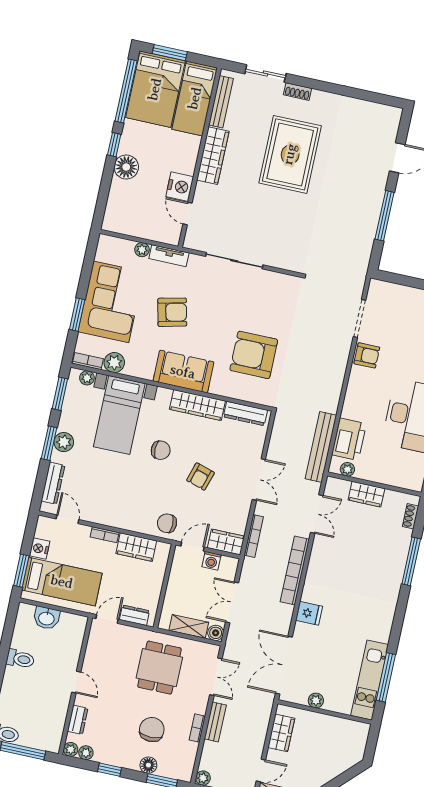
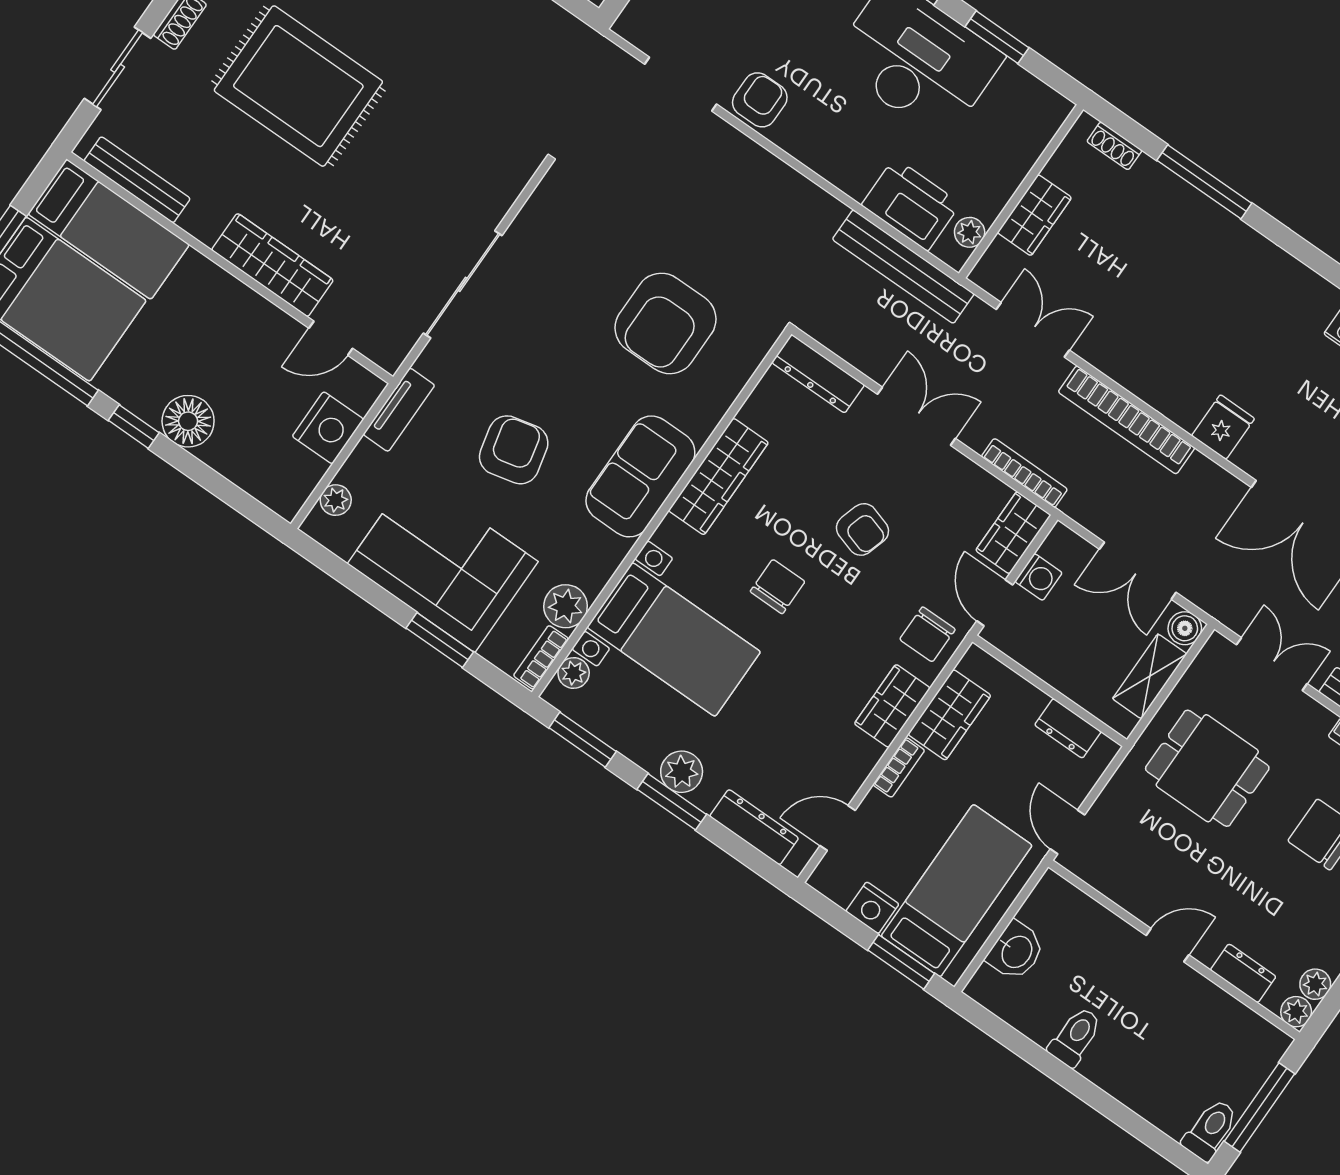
wardrobe: (213, 156) -> (272, 265), moved
nightstand: (180, 187) -> (328, 428), moved, turned 90
plant: (142, 250) -> (336, 500), moved
dresser: (245, 413) -> (818, 374), moved, turned 90
wardrobe: (130, 521) -> (892, 706), added
dresser: (135, 615) -> (1068, 728), moved, turned -90

